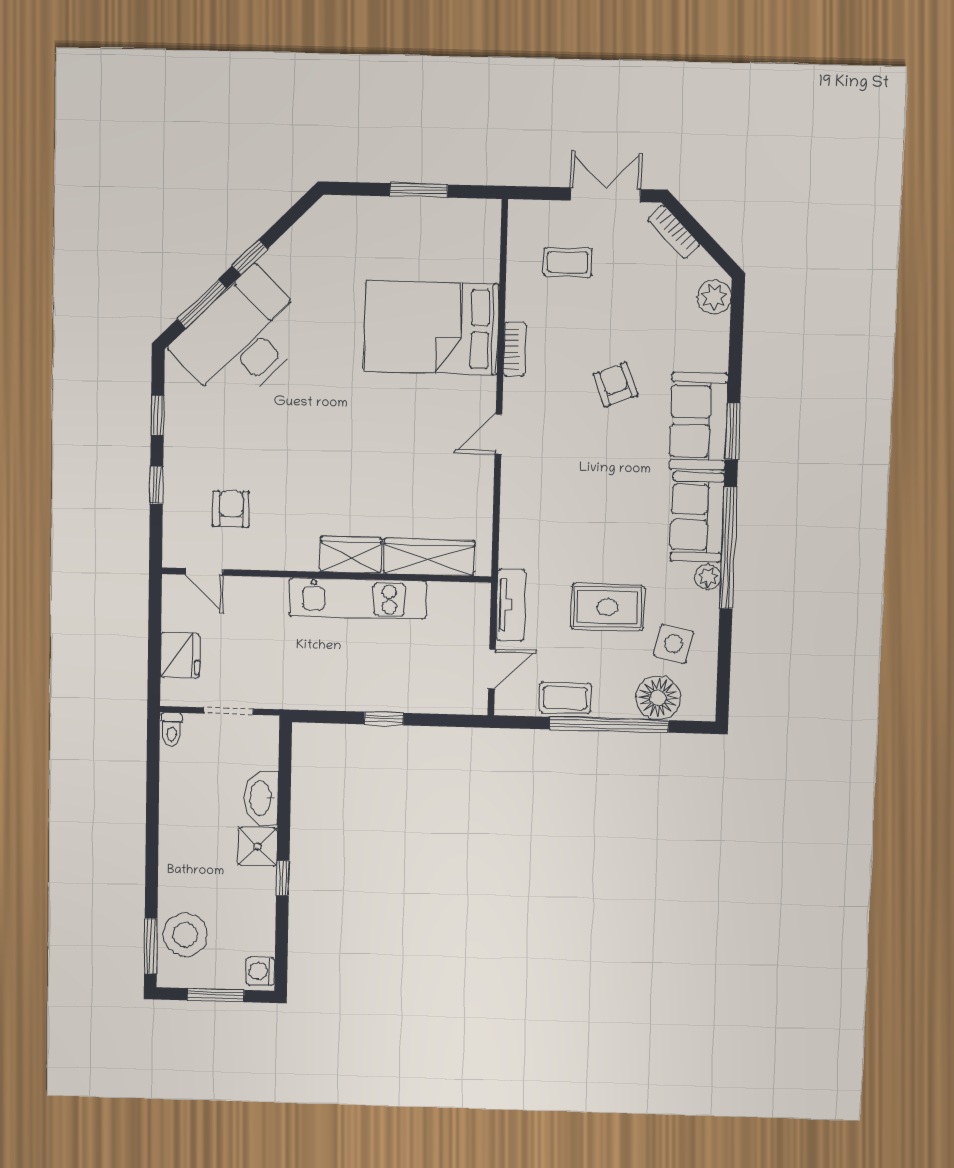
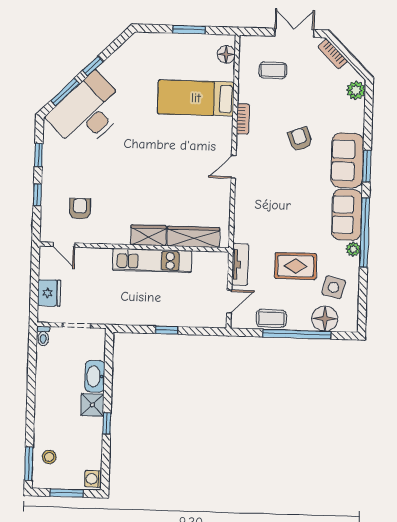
floor lamp: (485, 234) -> (226, 54), added
bed: (431, 328) -> (196, 98), width x0.67
stool: (185, 935) -> (49, 457), width x0.53, depth x0.53

